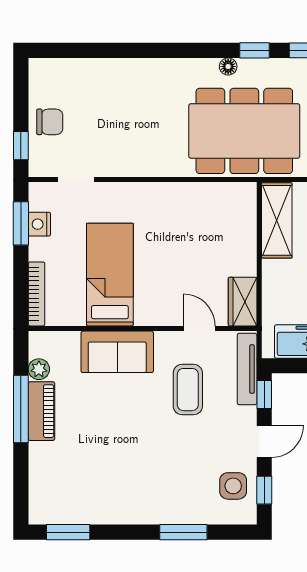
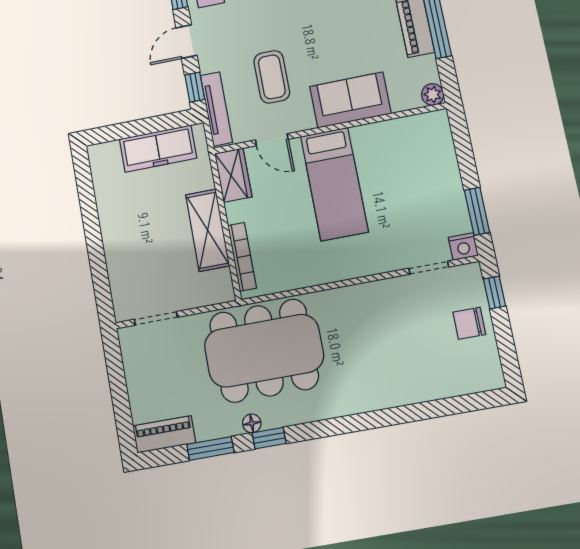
floor lamp: (228, 67) -> (252, 423), moved
shelving: (277, 220) -> (208, 230), moved
nightstand: (39, 224) -> (463, 247), moved, turned 90
bed: (110, 275) -> (334, 184), moved
bookcase: (37, 294) -> (242, 257), moved, turned 180
plant: (39, 369) -> (433, 95), moved

